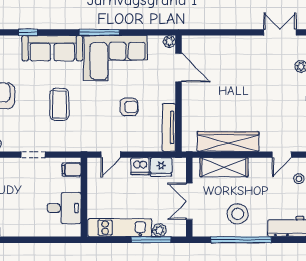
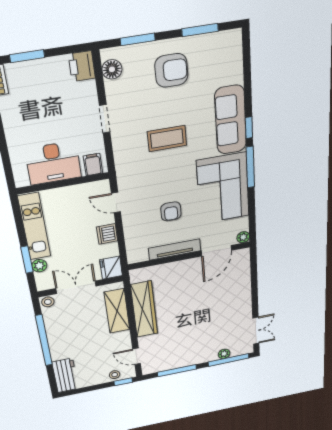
window: (28, 32) -> (249, 128), moved
tv unit: (169, 127) -> (175, 249), moved
fridge: (161, 167) -> (111, 268), moved
desk: (64, 208) -> (53, 163), width x1.37
stool: (238, 214) -> (48, 302), moved, width x0.53, depth x0.53
window: (151, 240) -> (27, 260), width x0.69

